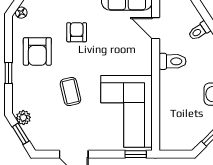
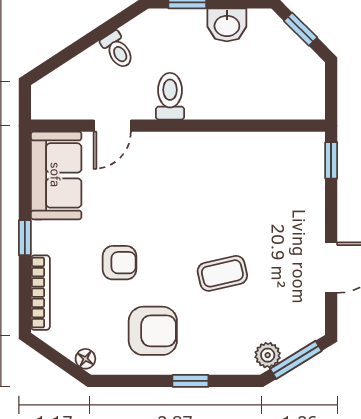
armchair: (77, 32) -> (119, 263), turned 180
corner sofa: (126, 111) -> (257, 176), removed
window: (21, 134) -> (296, 360), width x1.50

